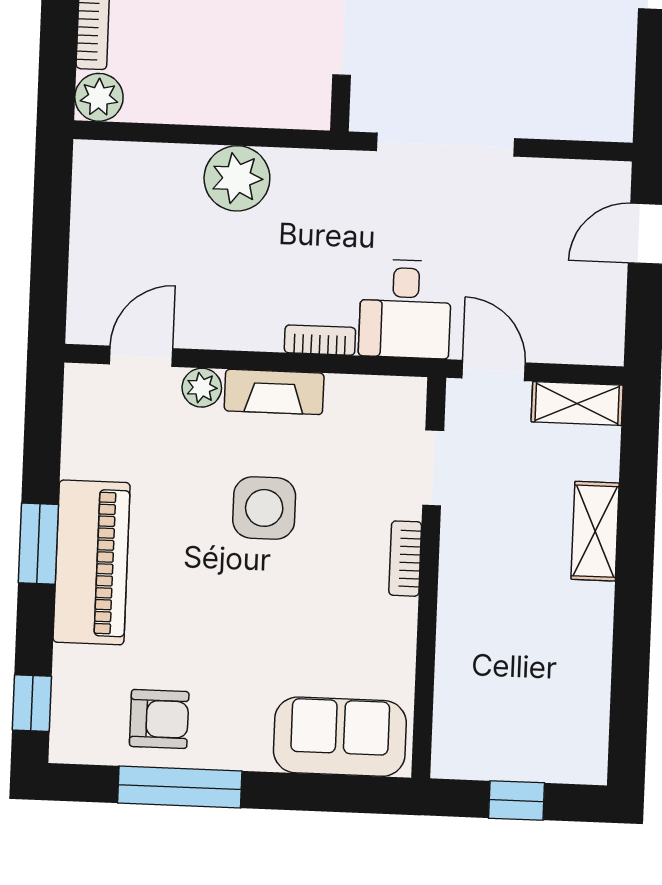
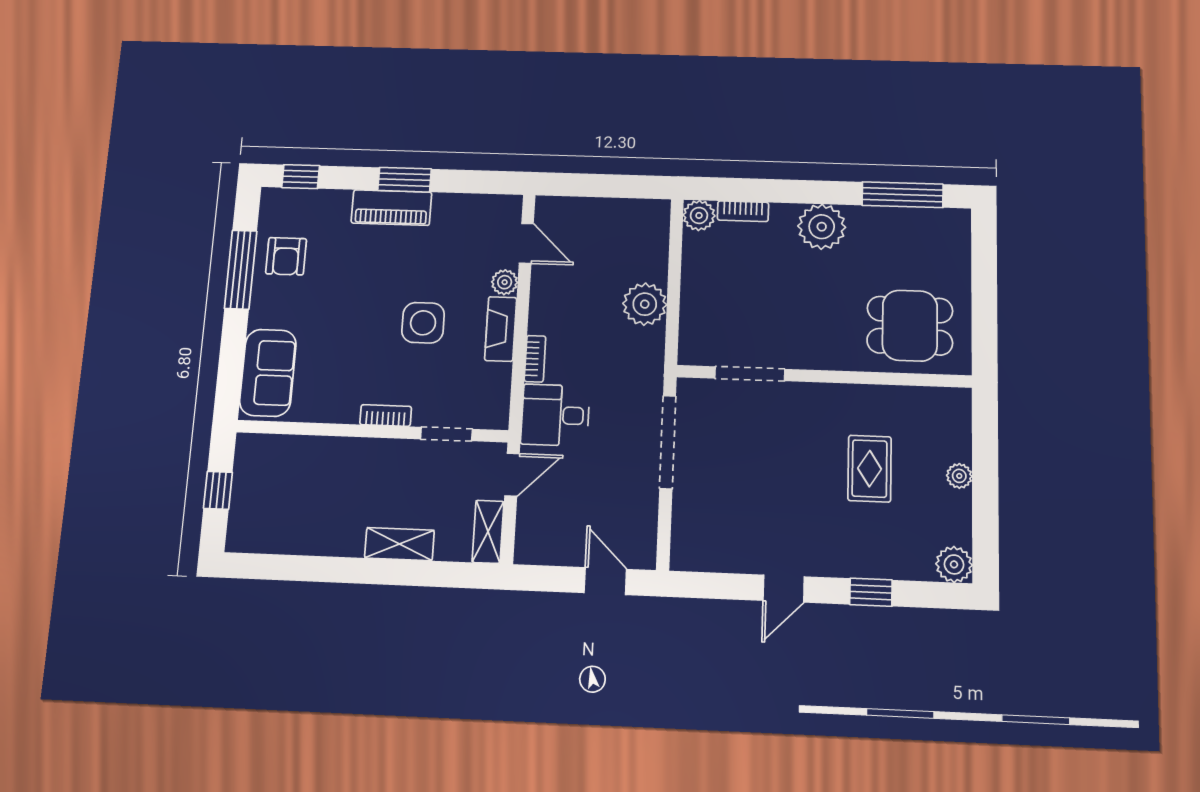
piano: (92, 562) -> (391, 208), width x0.73, depth x0.75

